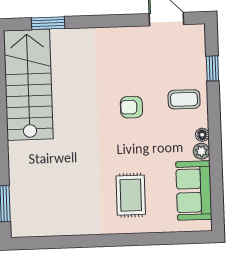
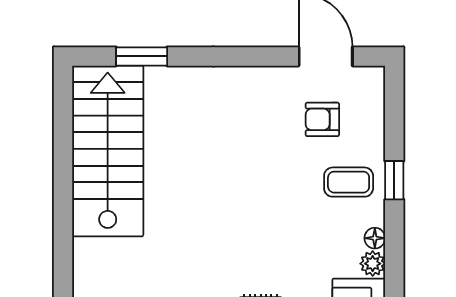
window: (212, 68) -> (394, 180), moved
armchair: (131, 107) -> (322, 119), moved

